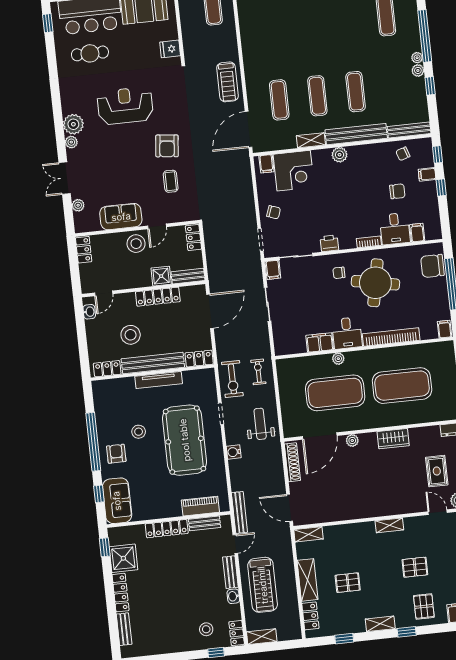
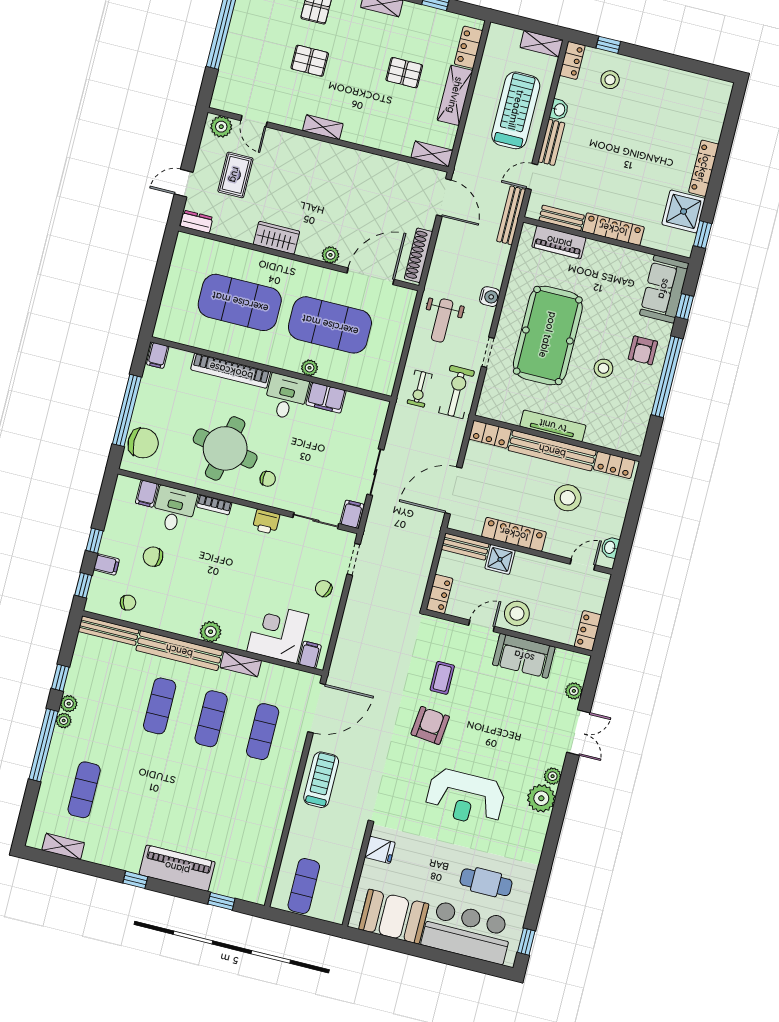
bench: (124, 629) -> (717, 119), removed

